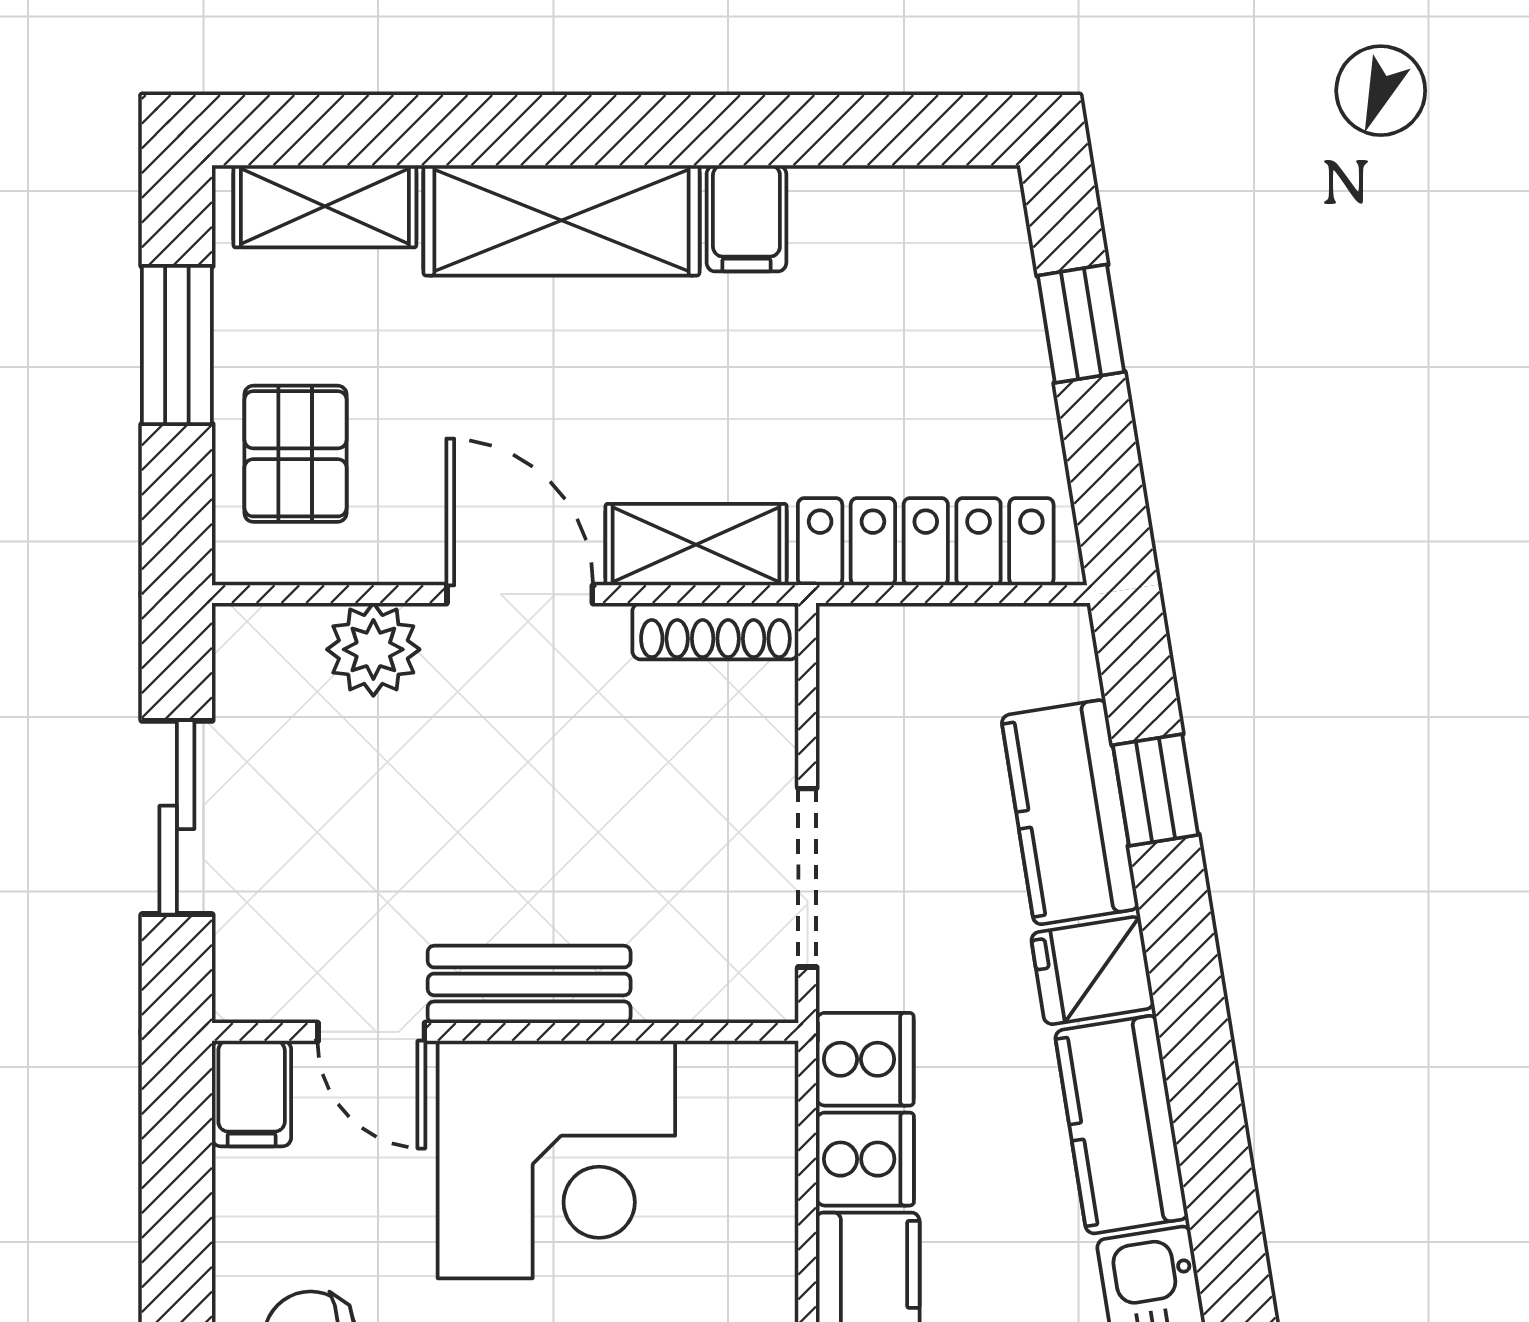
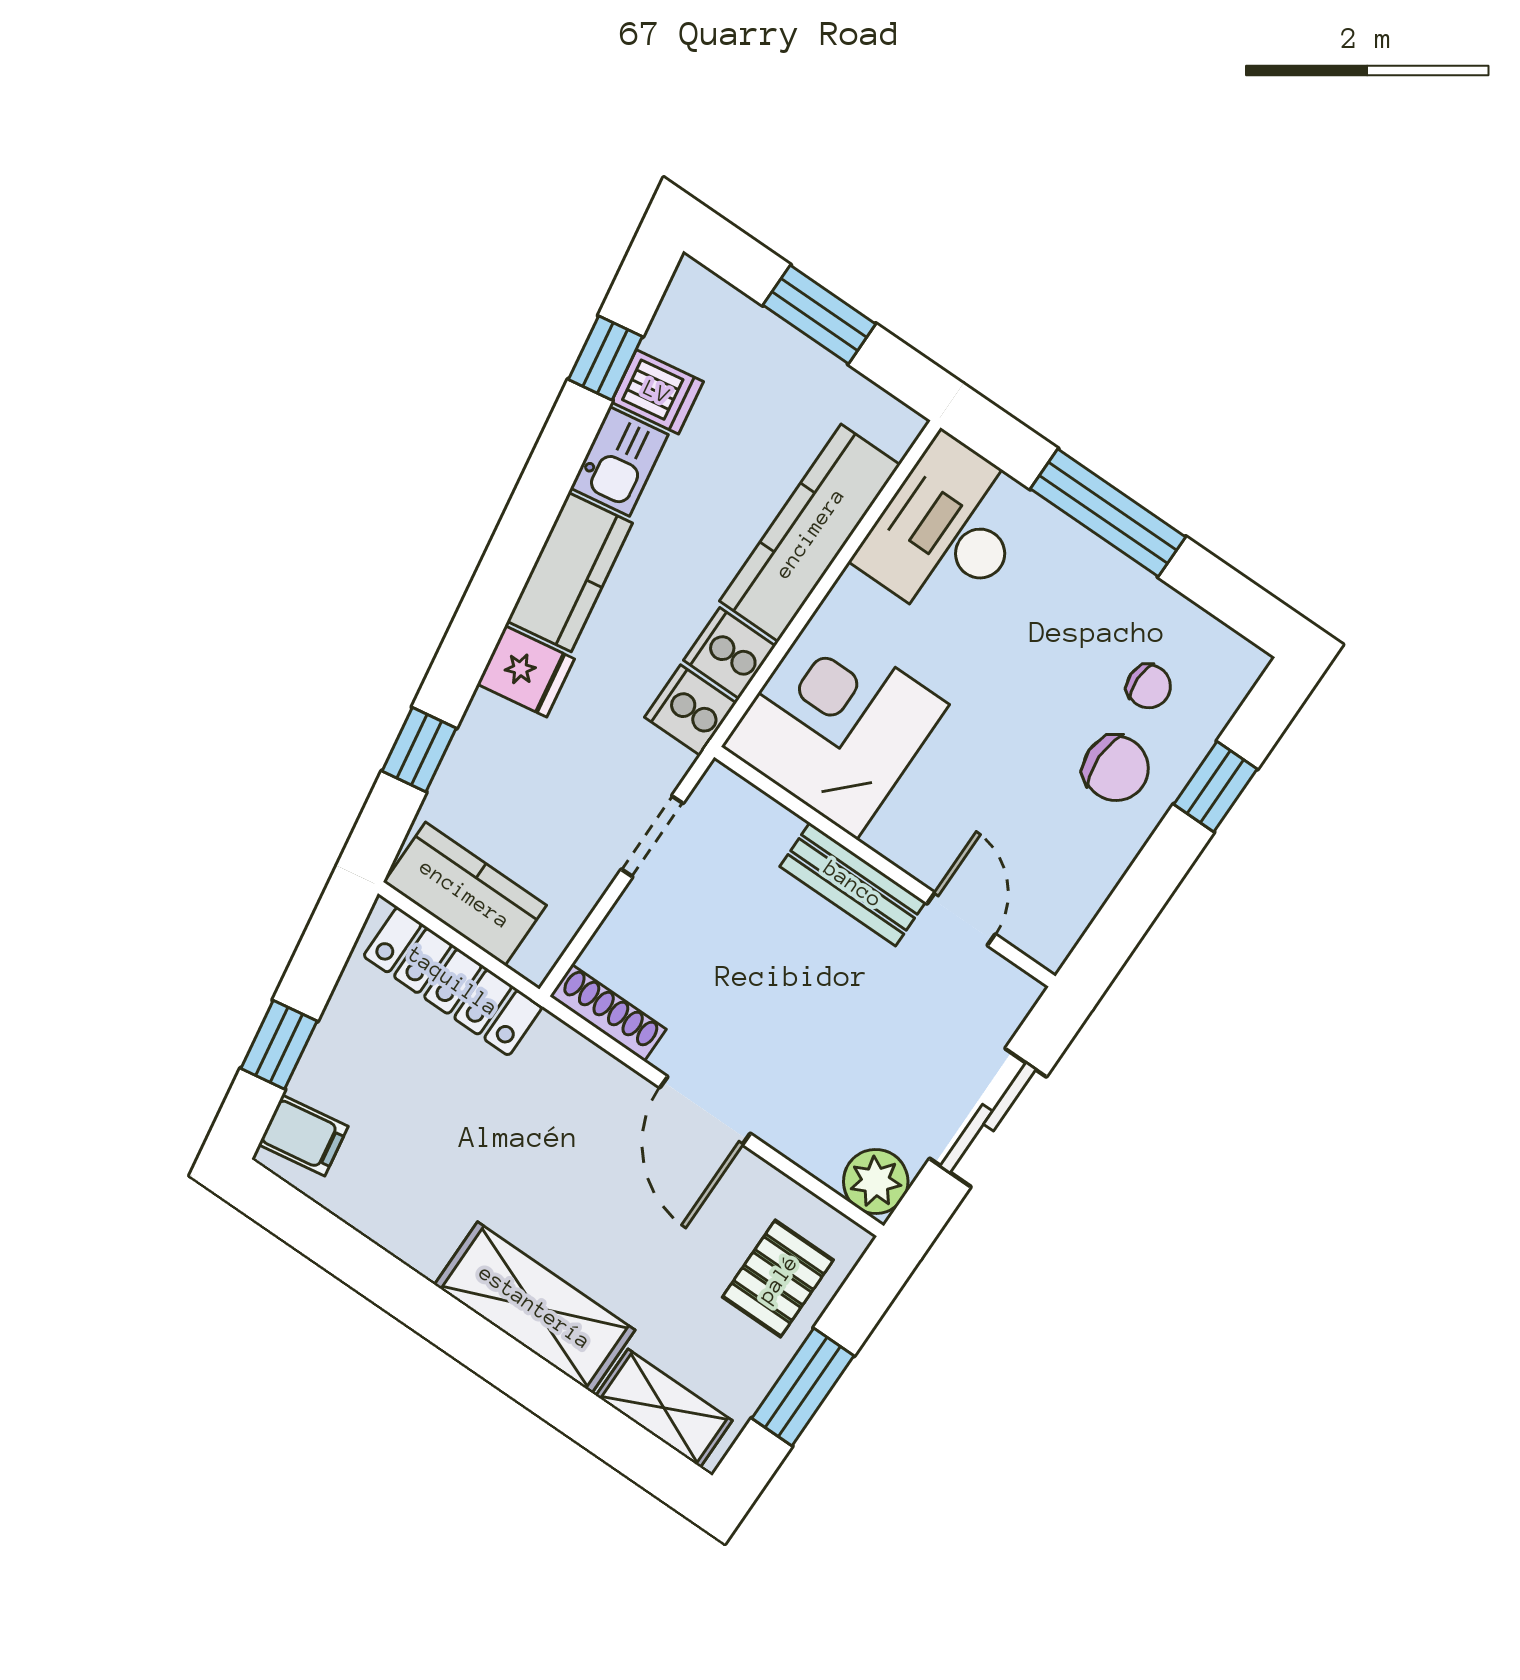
filing cabinet: (746, 218) -> (303, 1136), moved, turned 81
shelving: (696, 545) -> (585, 1070), removed
plant: (373, 649) -> (876, 1181), moved
kitchen counter: (1070, 812) -> (465, 894), moved, turned -81
doorway: (807, 878) -> (652, 836), width x0.73
filing cabinet: (252, 1093) -> (1054, 931), removed
corner desk: (556, 1159) -> (835, 726), moved

